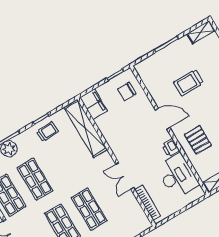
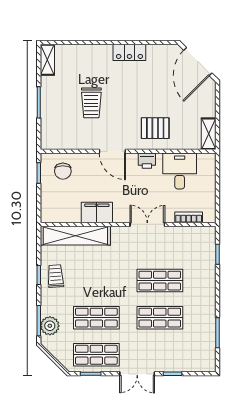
filing cabinet: (94, 104) -> (97, 212), moved
door: (163, 119) -> (112, 151), swing flipped
double door: (125, 176) -> (147, 224), swing flipped
desk: (177, 176) -> (180, 171), width x0.73
bookcase: (148, 203) -> (189, 217), width x0.64

